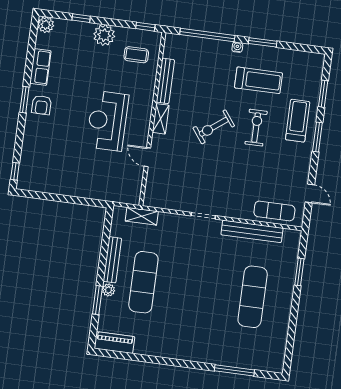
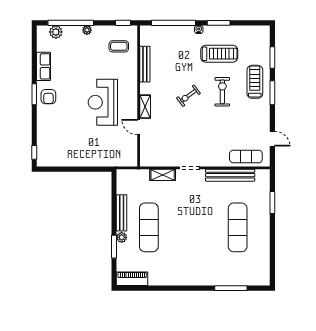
window: (81, 18) -> (71, 23), width x3.17
plant: (46, 25) -> (56, 32), moved
plant: (104, 35) -> (87, 30), width x0.53, depth x0.53
shelving: (161, 119) -> (145, 107), moved
exercise bike: (214, 127) -> (188, 96), width x0.73, depth x0.72
shelving: (142, 216) -> (163, 175), moved

